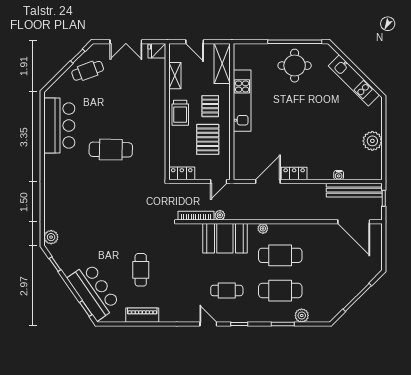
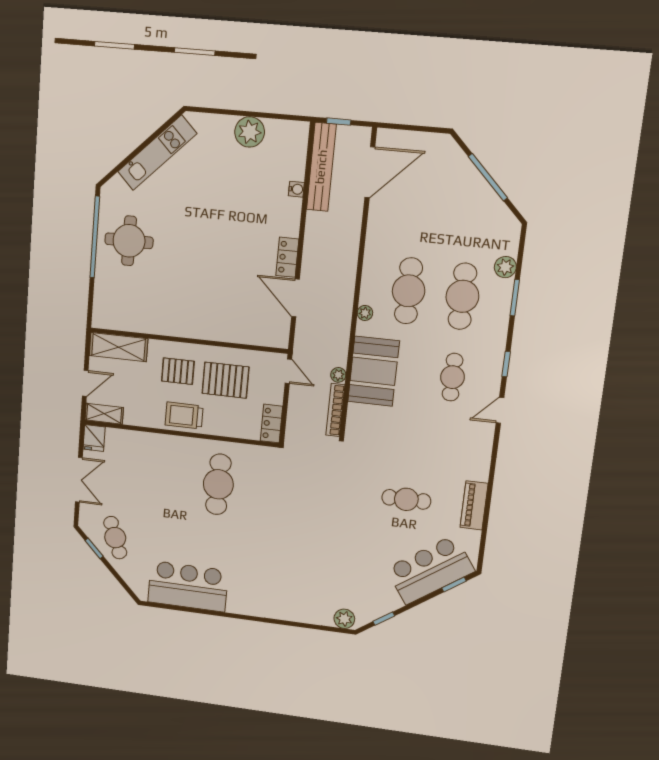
shelving: (175, 76) -> (104, 414), moved
kitchen unit: (242, 101) -> (174, 324), removed
trolley: (180, 113) -> (184, 416), turned 180
cafe table: (111, 150) -> (218, 484), moved

